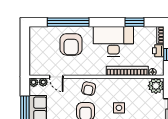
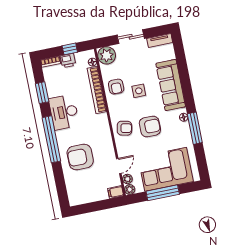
window: (68, 22) -> (51, 139), moved
desk: (113, 41) -> (64, 112), width x0.73, depth x0.77
armchair: (71, 44) -> (80, 157), turned 180
filing cabinet: (34, 69) -> (116, 192), added
armchair: (127, 89) -> (116, 87), added

